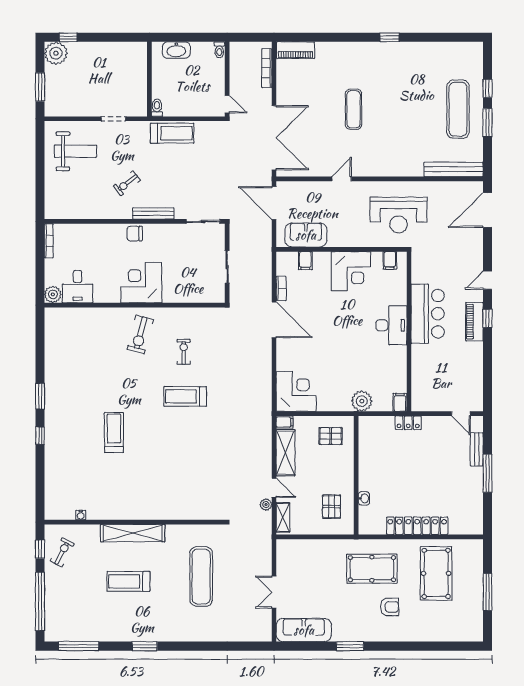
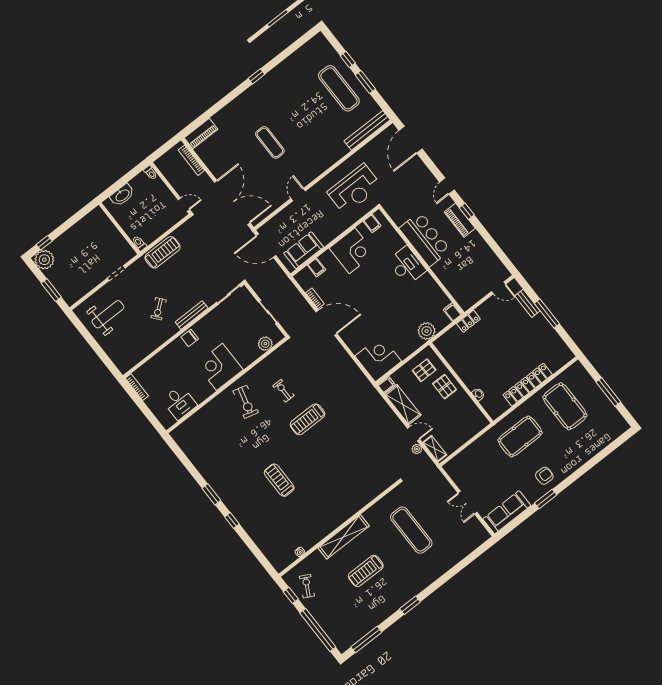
plant: (53, 294) -> (265, 344), moved
pallet: (332, 507) -> (445, 387), moved
armchair: (389, 607) -> (544, 476), moved

